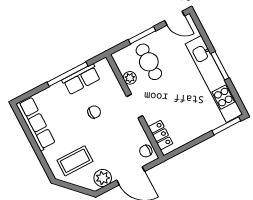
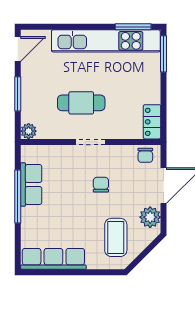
cafe table: (149, 62) -> (81, 103), moved
window: (220, 66) -> (133, 27), moved
plant: (130, 78) -> (29, 131), moved
chair: (94, 112) -> (101, 185), moved
locker: (161, 135) -> (152, 122), moved, turned -90

